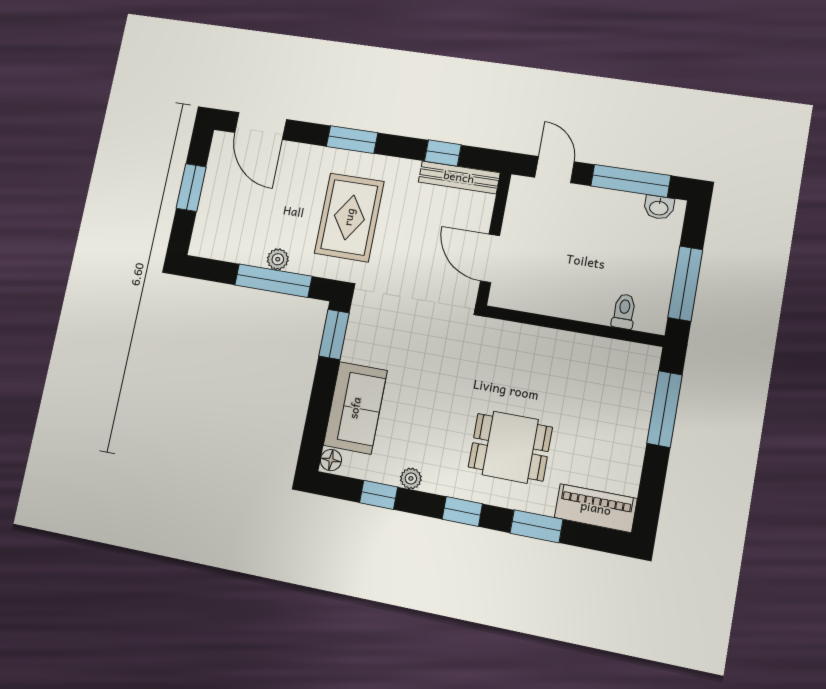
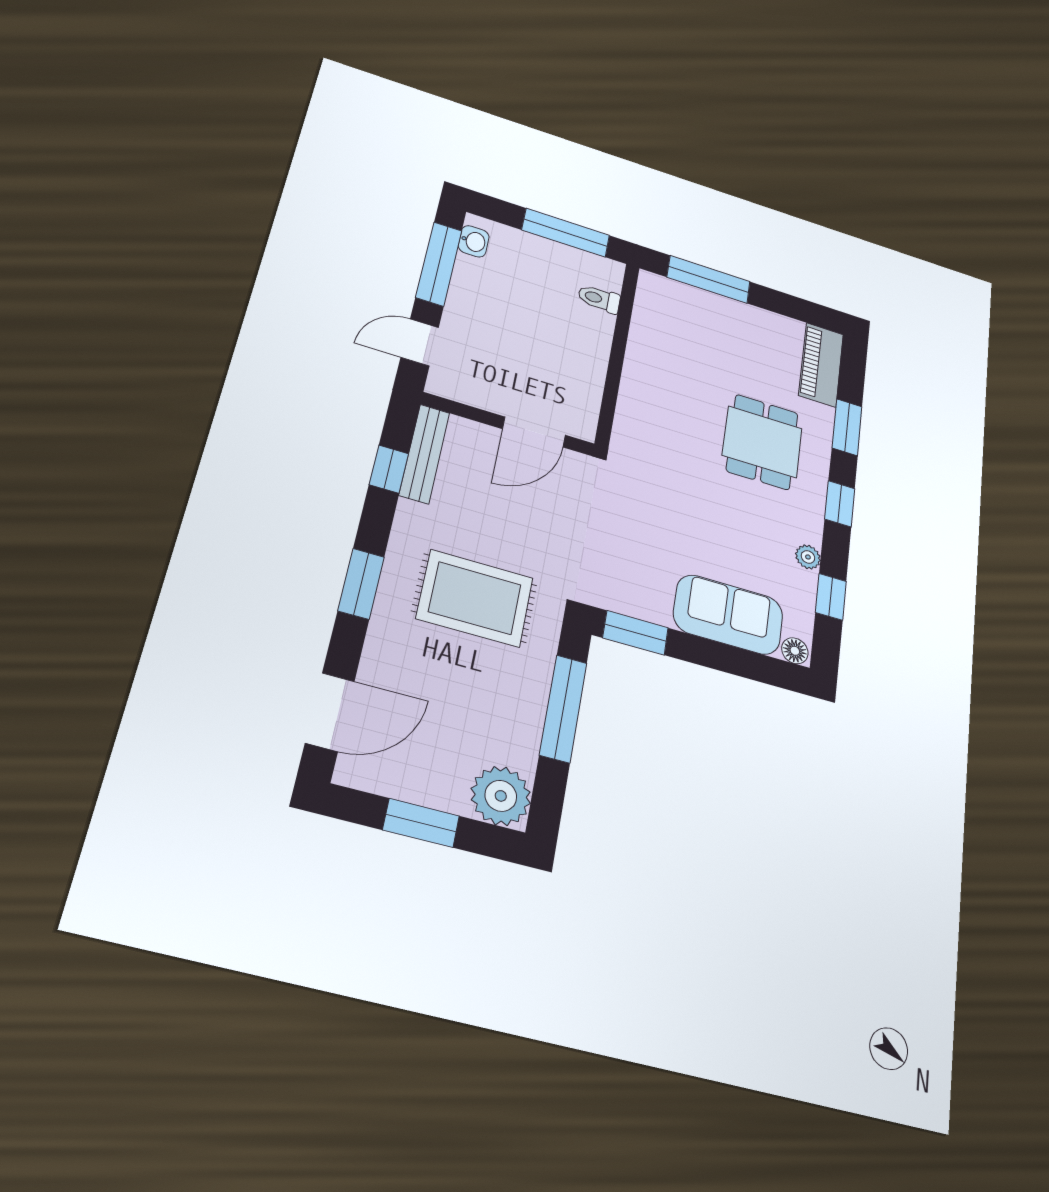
plant: (278, 259) -> (501, 796), moved, width x1.87, depth x1.87

